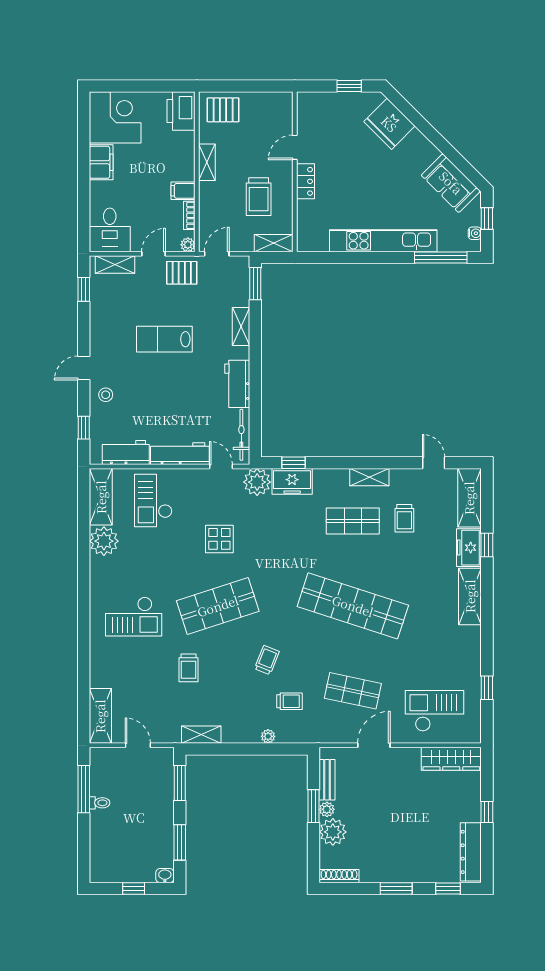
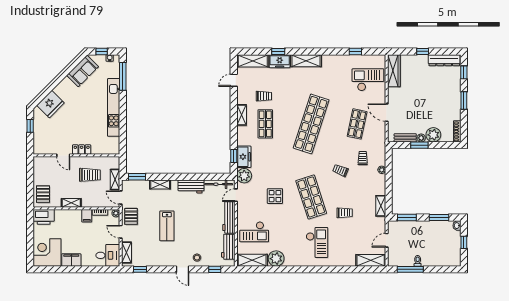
shelving: (274, 243) -> (115, 180), moved
checkout: (434, 711) -> (368, 80), turned 90

